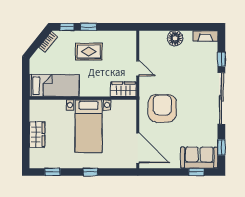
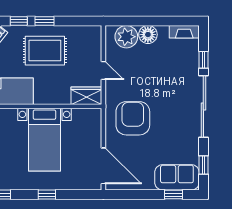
plant: (157, 40) -> (126, 37), added
rug: (89, 52) -> (45, 51), width x1.36, depth x1.43

